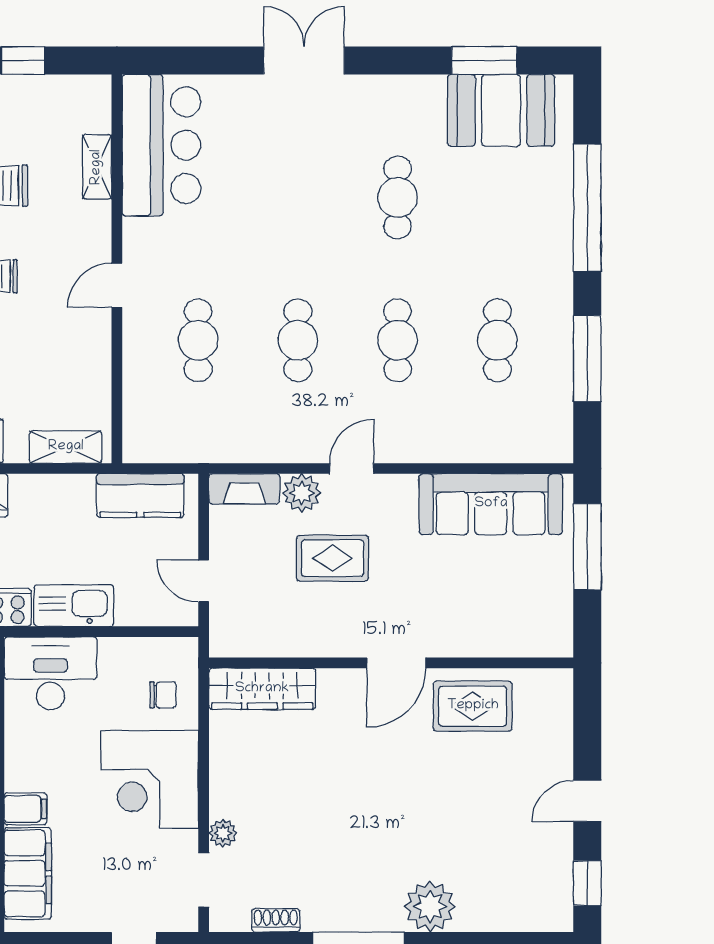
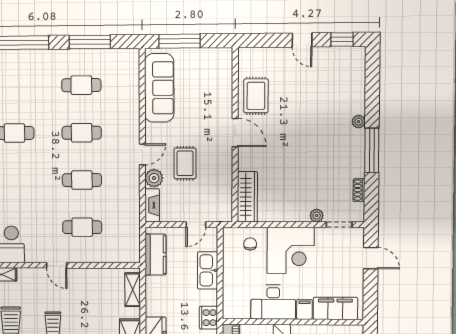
door: (352, 469) -> (142, 154), swing flipped
kitchen sink: (74, 606) -> (208, 270), moved
desk: (51, 673) -> (273, 302), moved, turned -90
plant: (430, 906) -> (359, 122), width x0.53, depth x0.53

